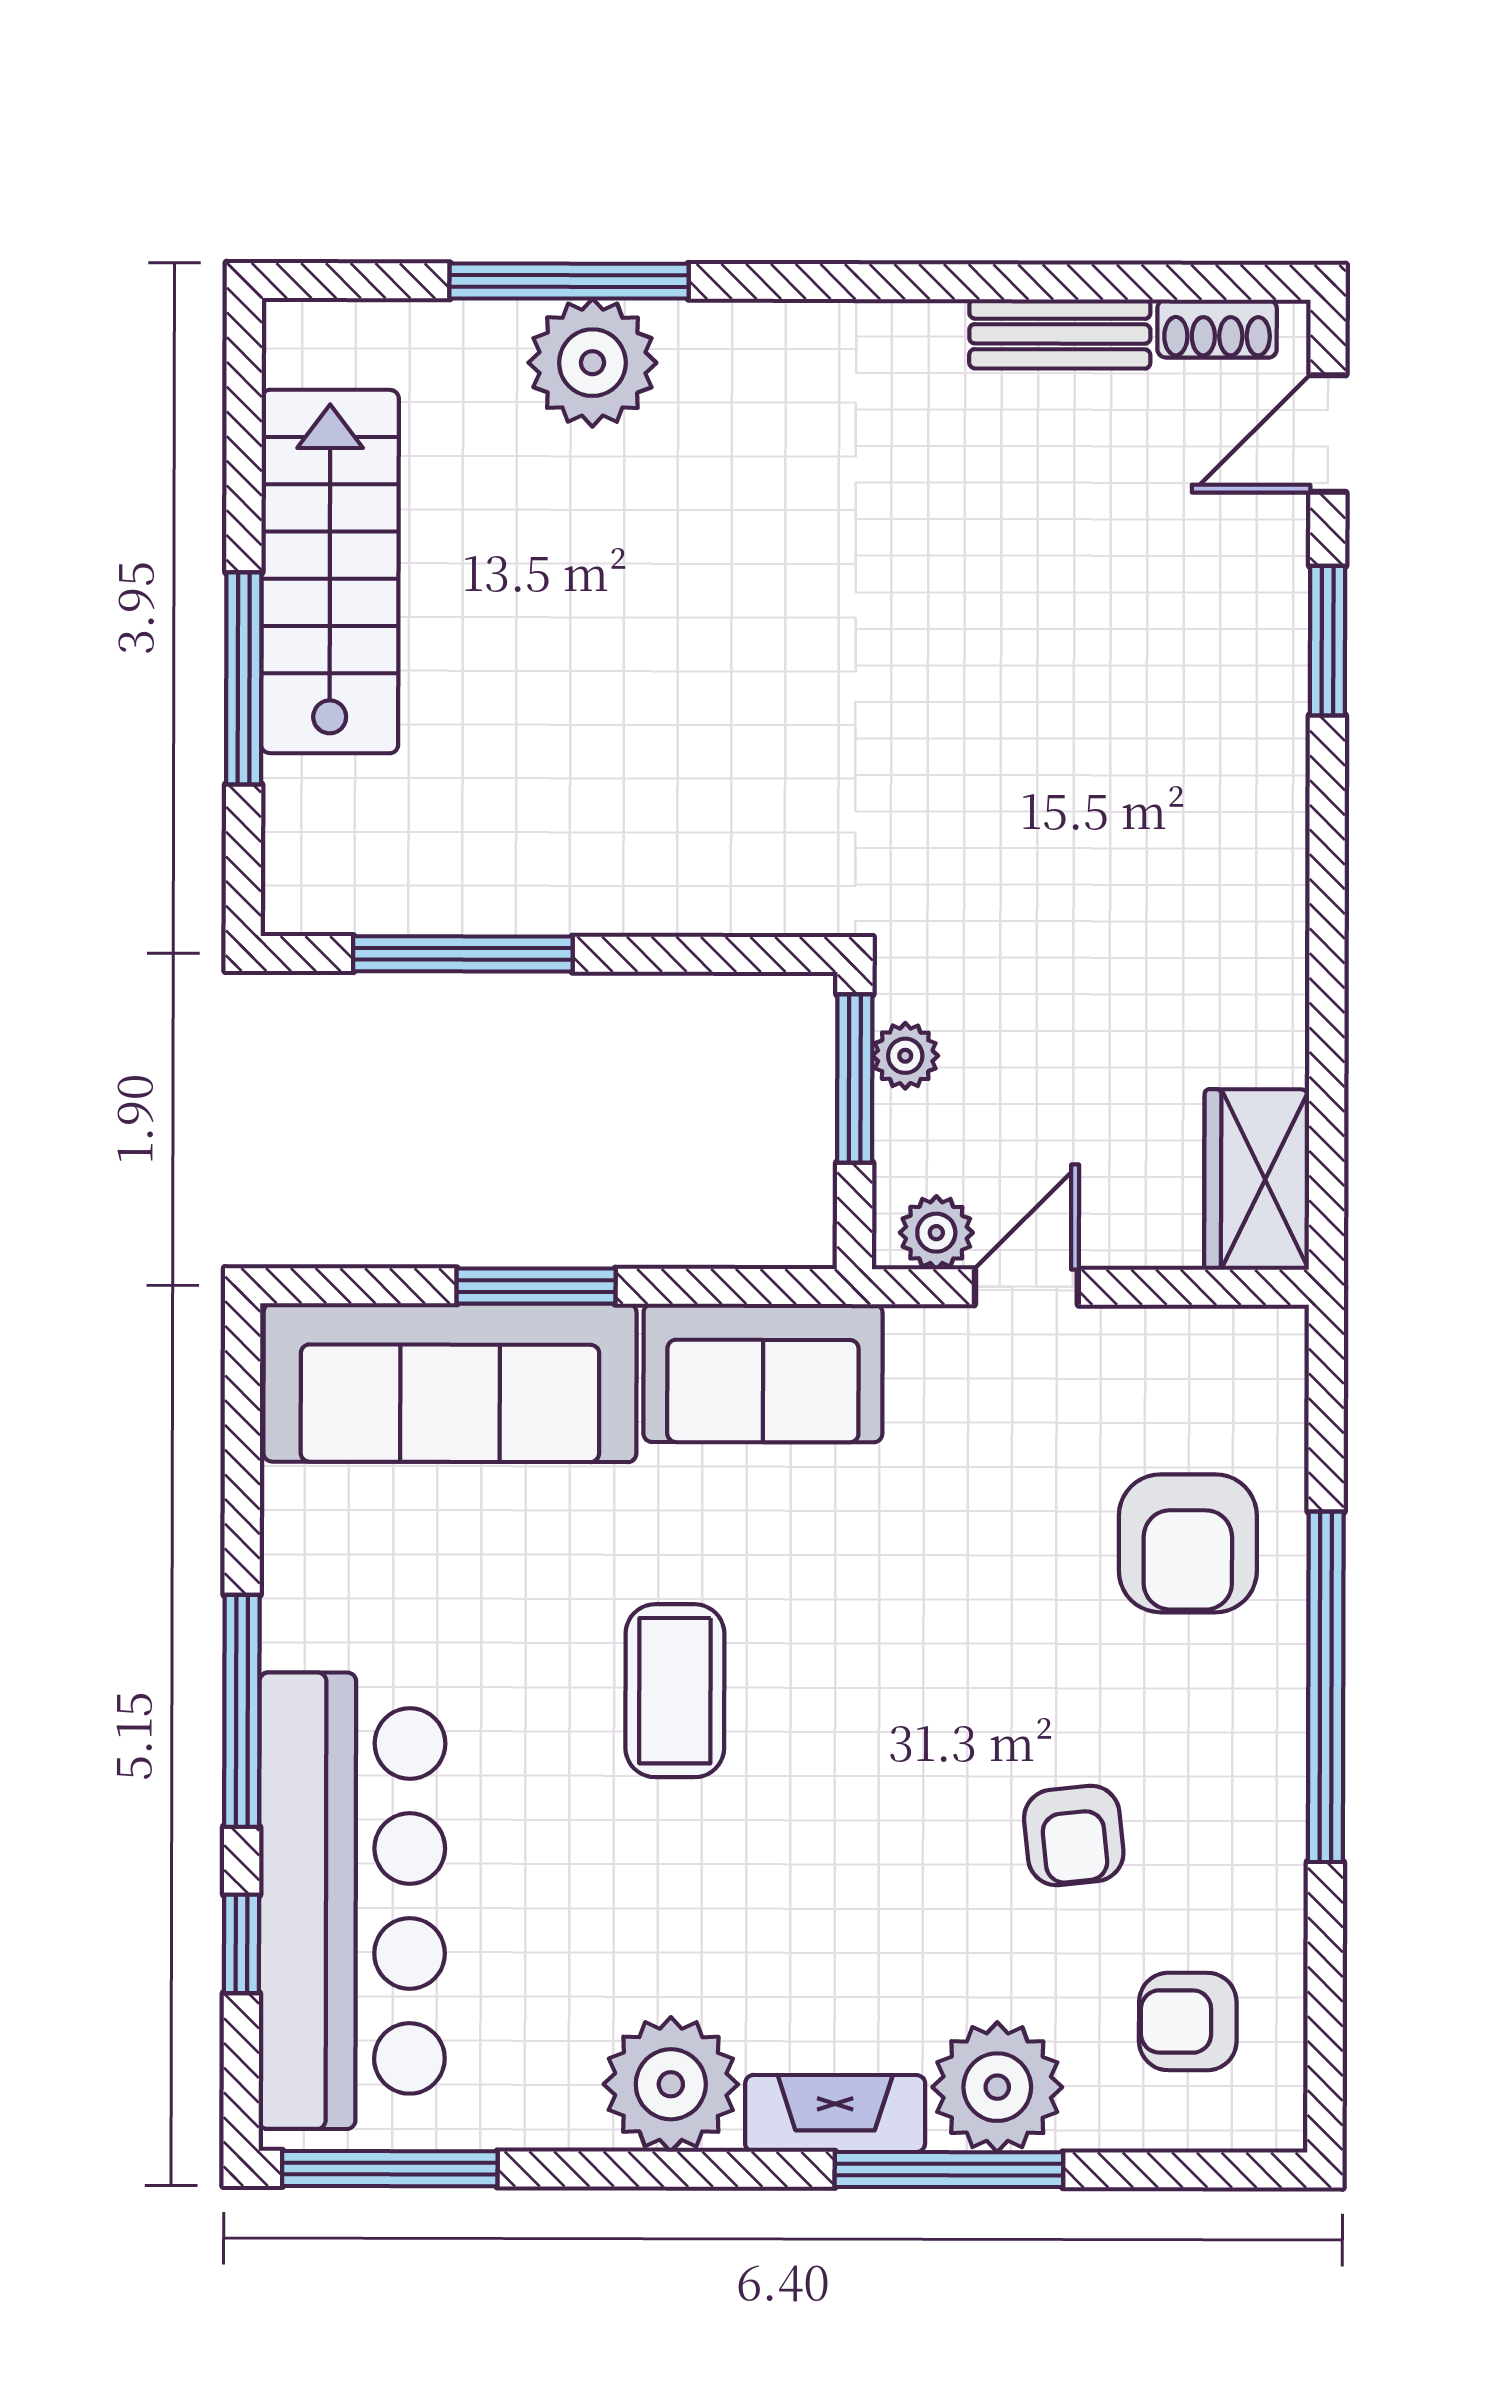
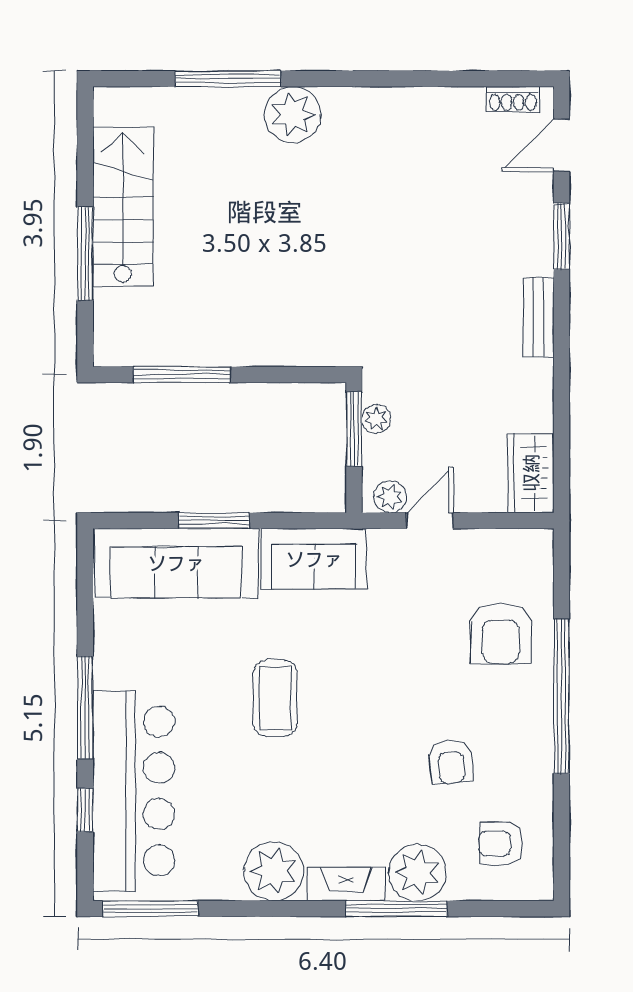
bench: (1060, 334) -> (539, 317), moved, turned 90
plant: (592, 363) -> (293, 115), moved

